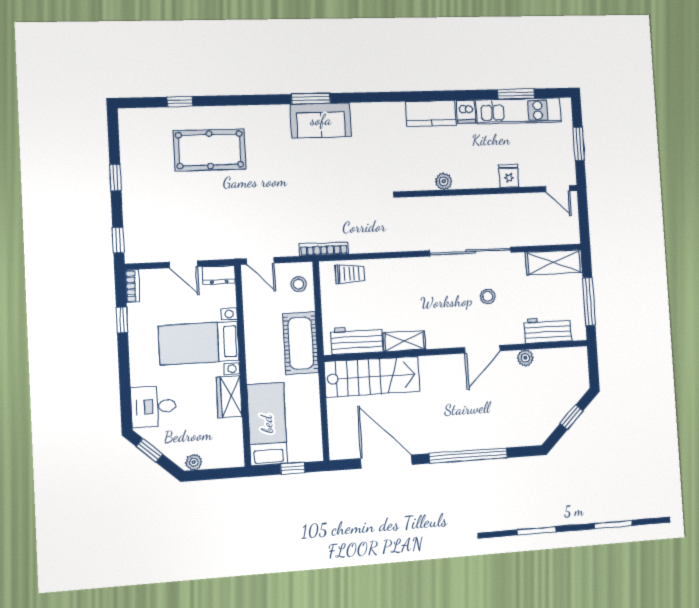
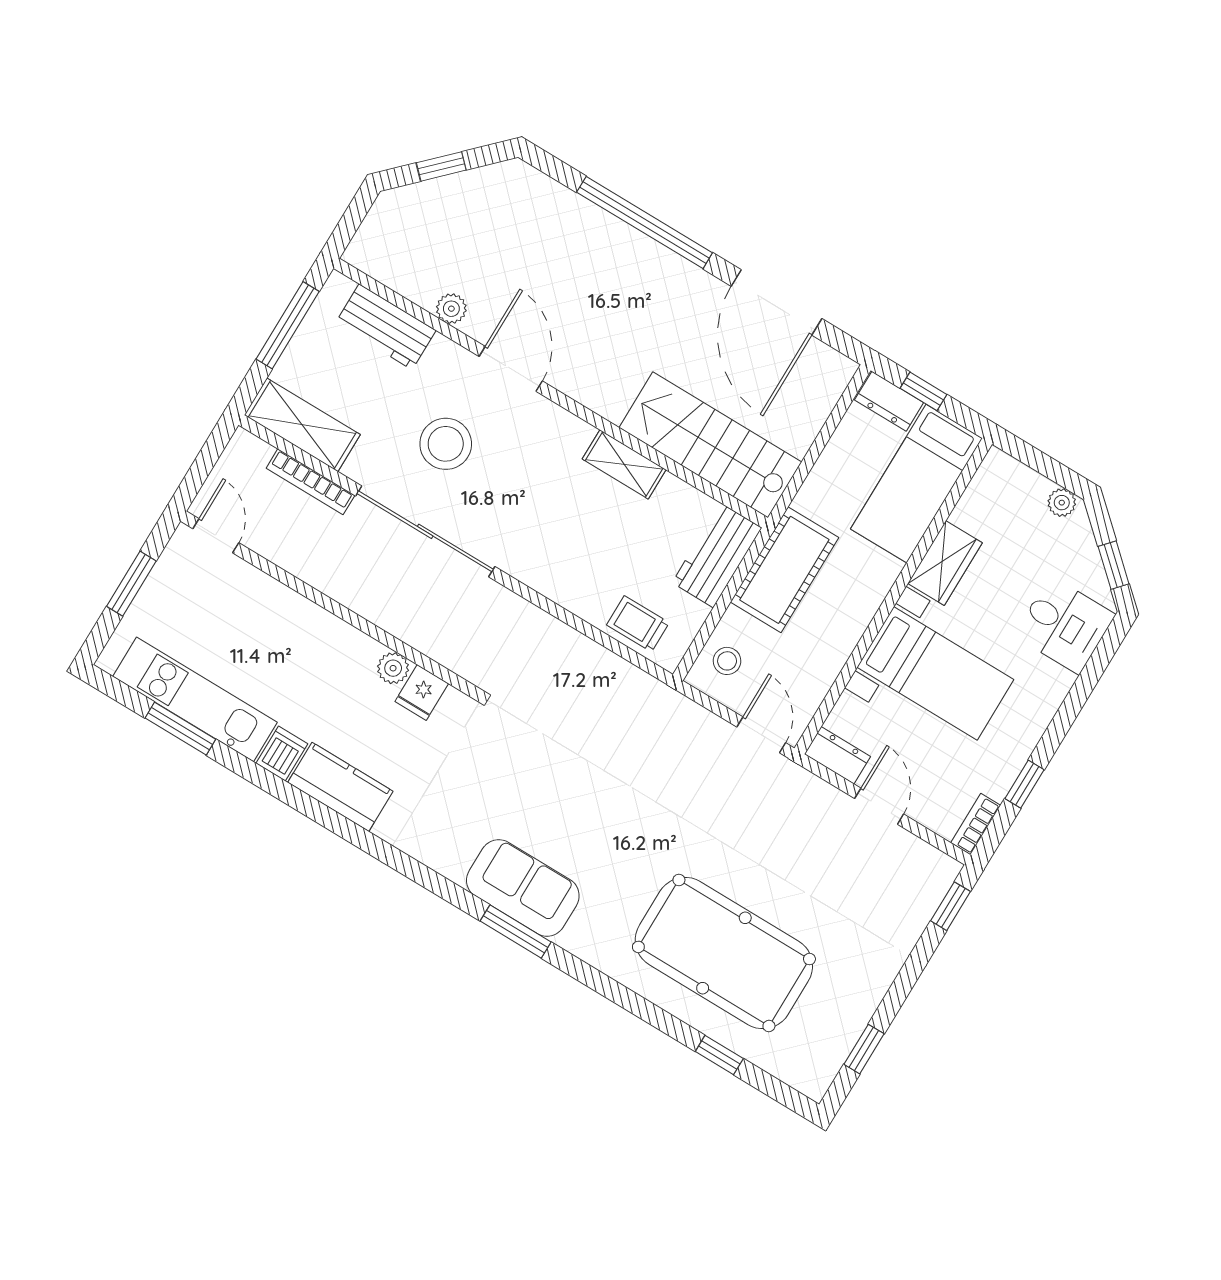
pool table: (210, 150) -> (724, 953), width x1.36, depth x1.32
fridge: (509, 176) -> (422, 692), moved
window: (115, 178) -> (864, 1049), moved
bookcase: (324, 249) -> (310, 482), moved
stool: (488, 296) -> (446, 444), width x1.89, depth x1.89
workbench: (357, 340) -> (717, 555), moved, turned 90
door: (482, 349) -> (511, 369), hinge flipped
dresser: (305, 453) -> (889, 401), added

